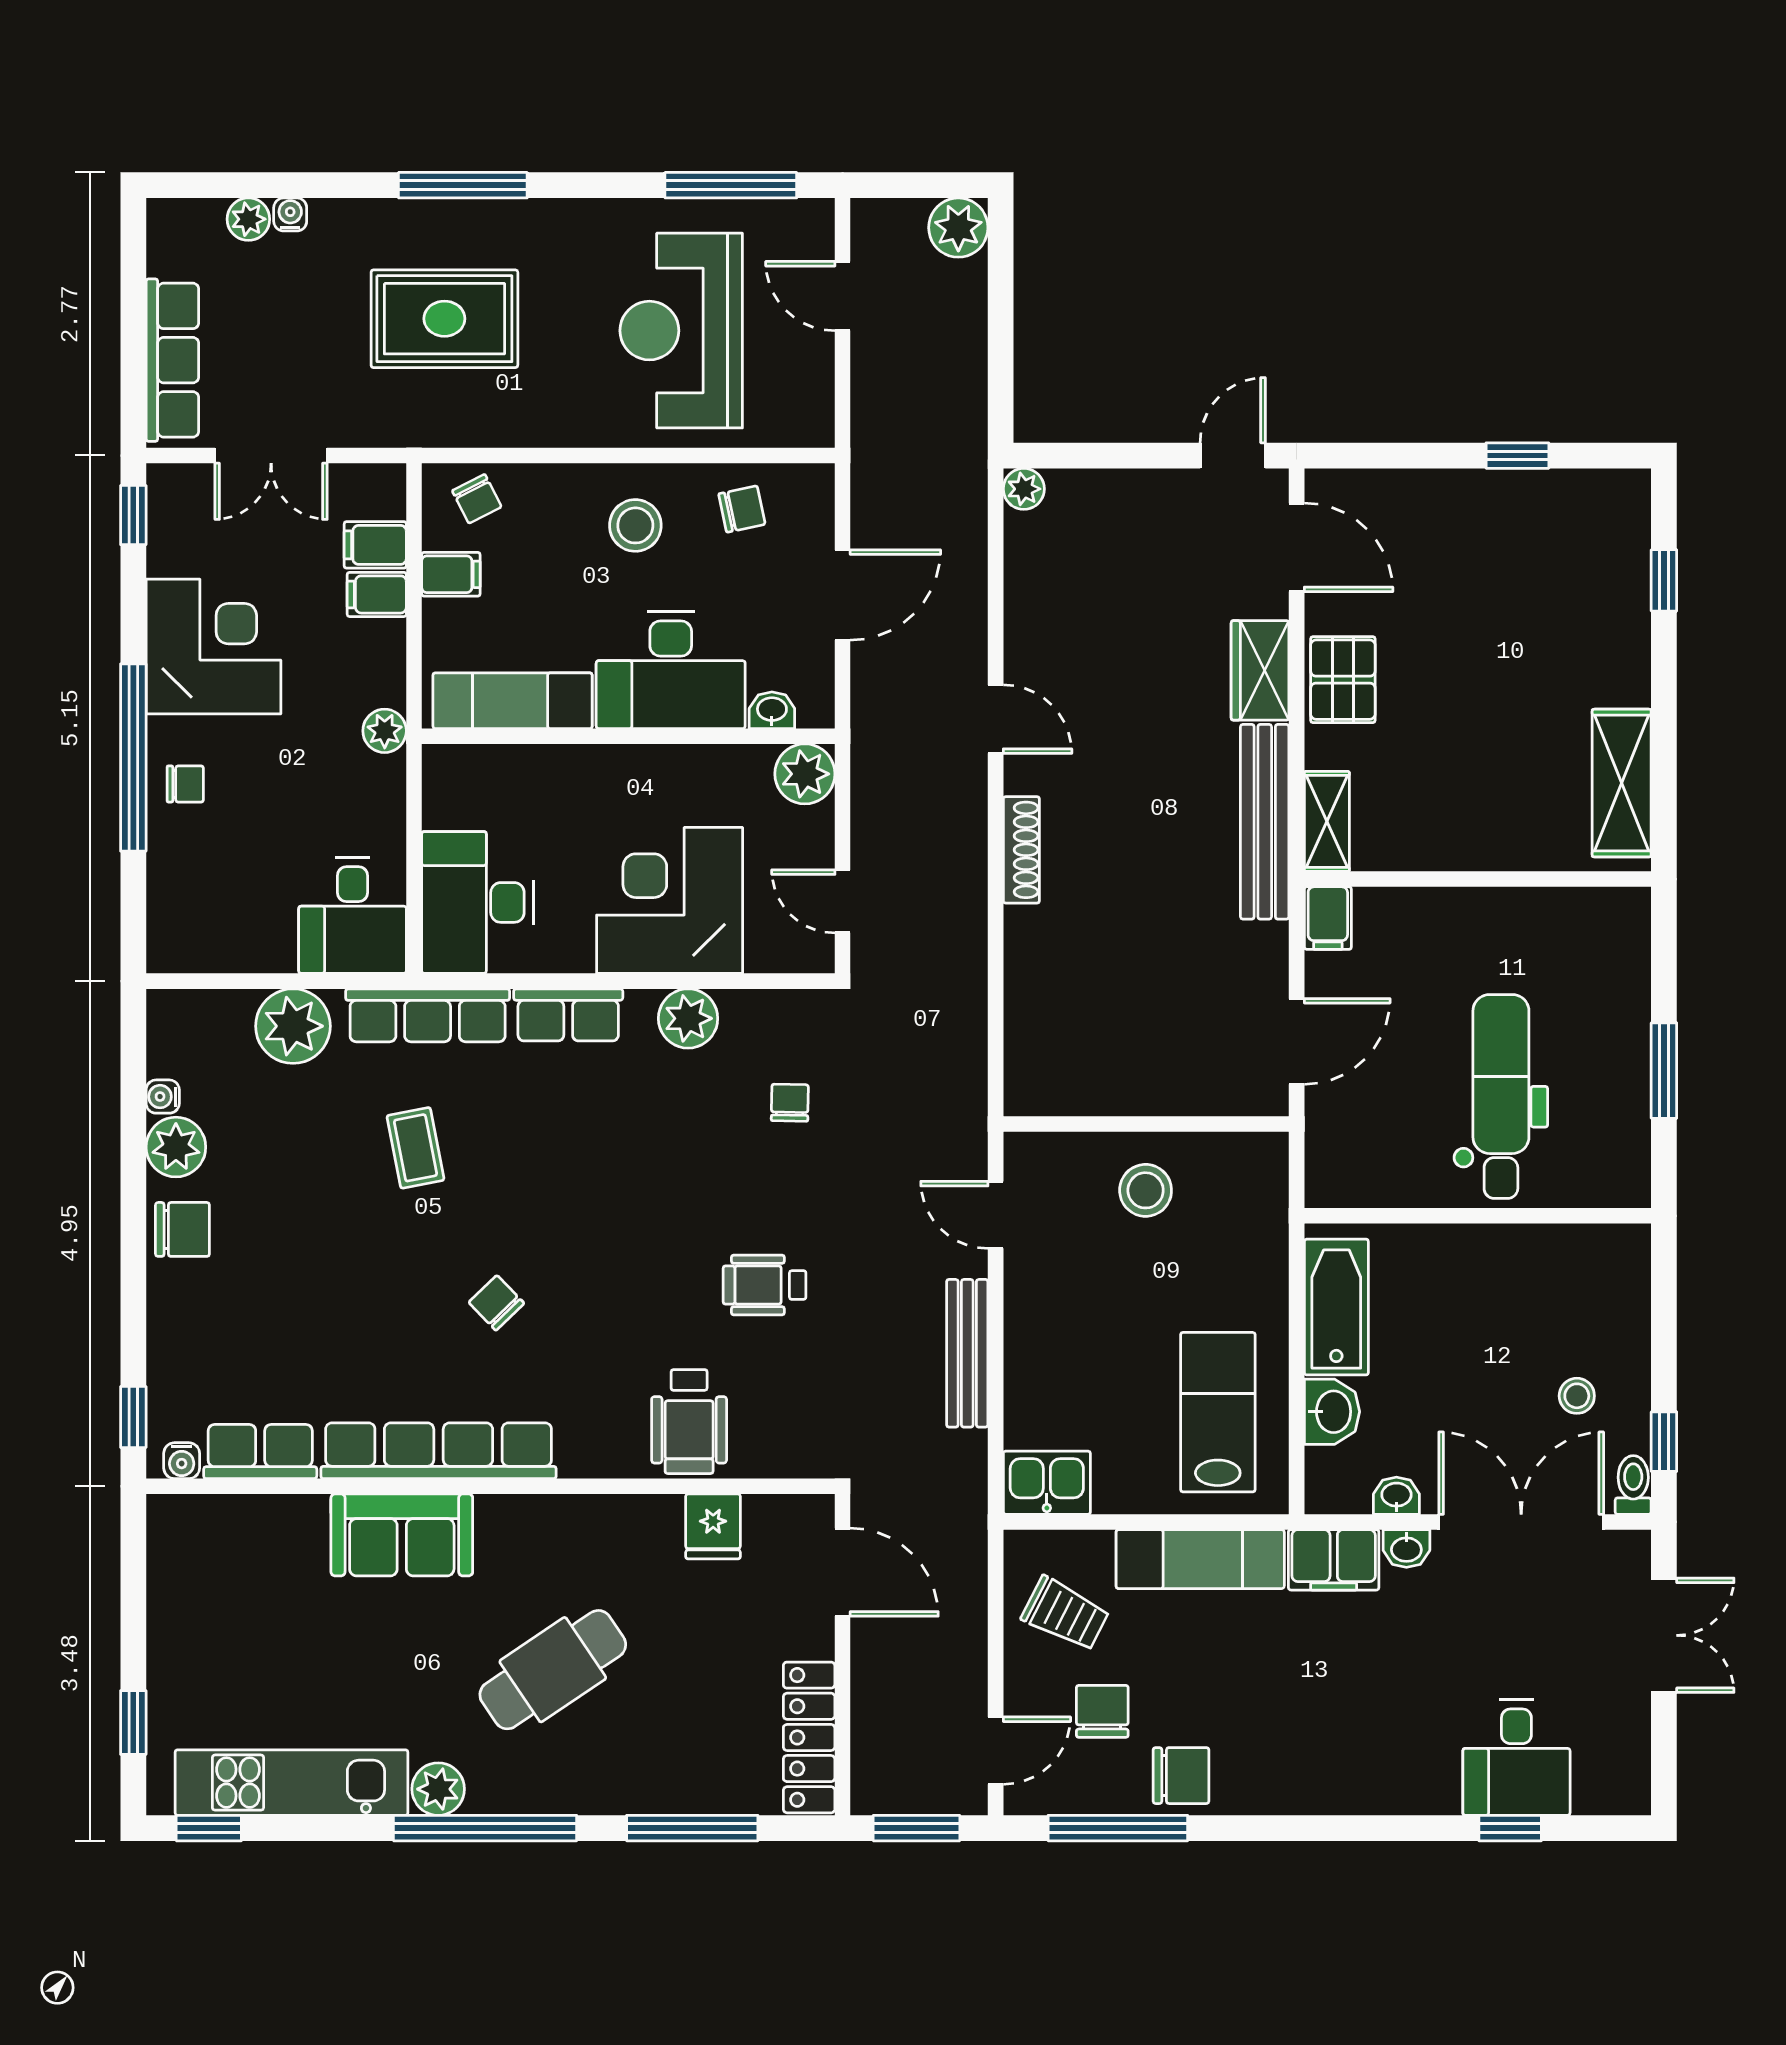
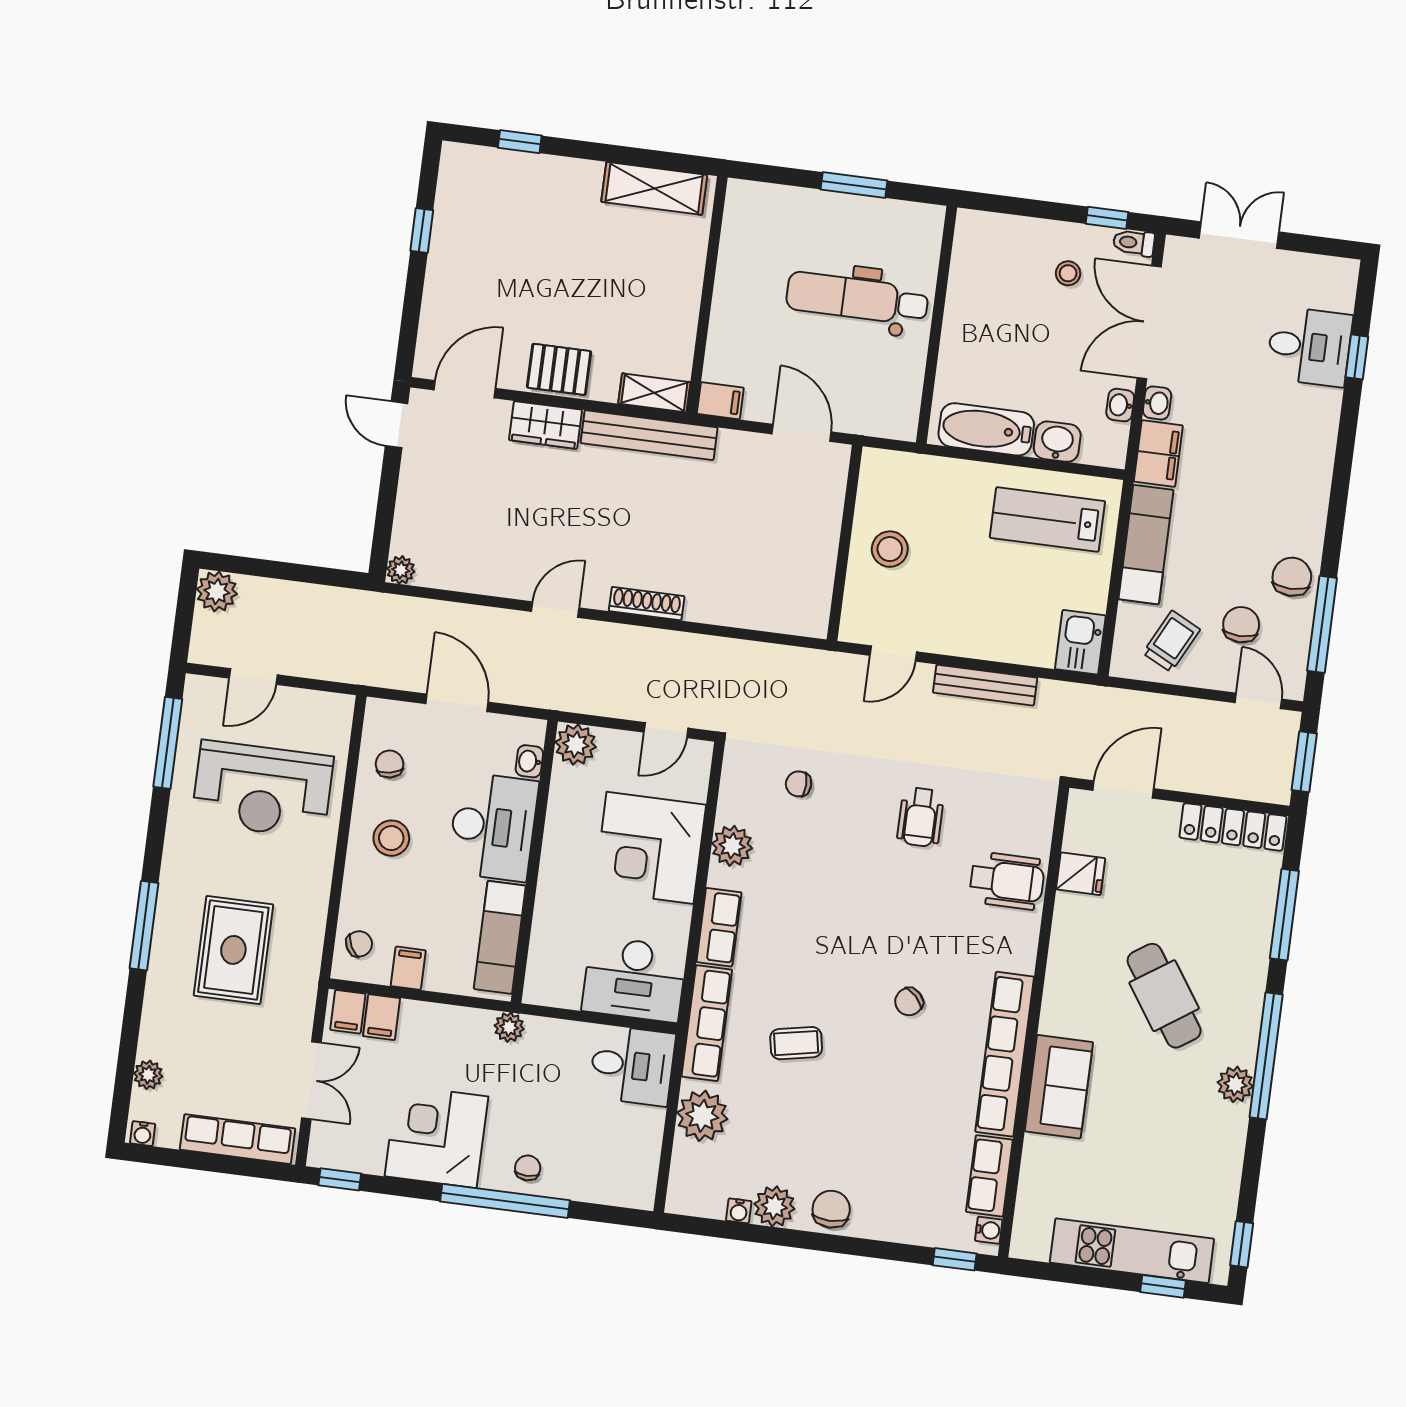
water cooler: (290, 214) -> (143, 1134), moved, turned -90
filing cabinet: (377, 594) -> (348, 1012), moved
chair: (1102, 1711) -> (1241, 625), turned 90
kitchen unit: (291, 1783) -> (1132, 1251), moved, turned 90

